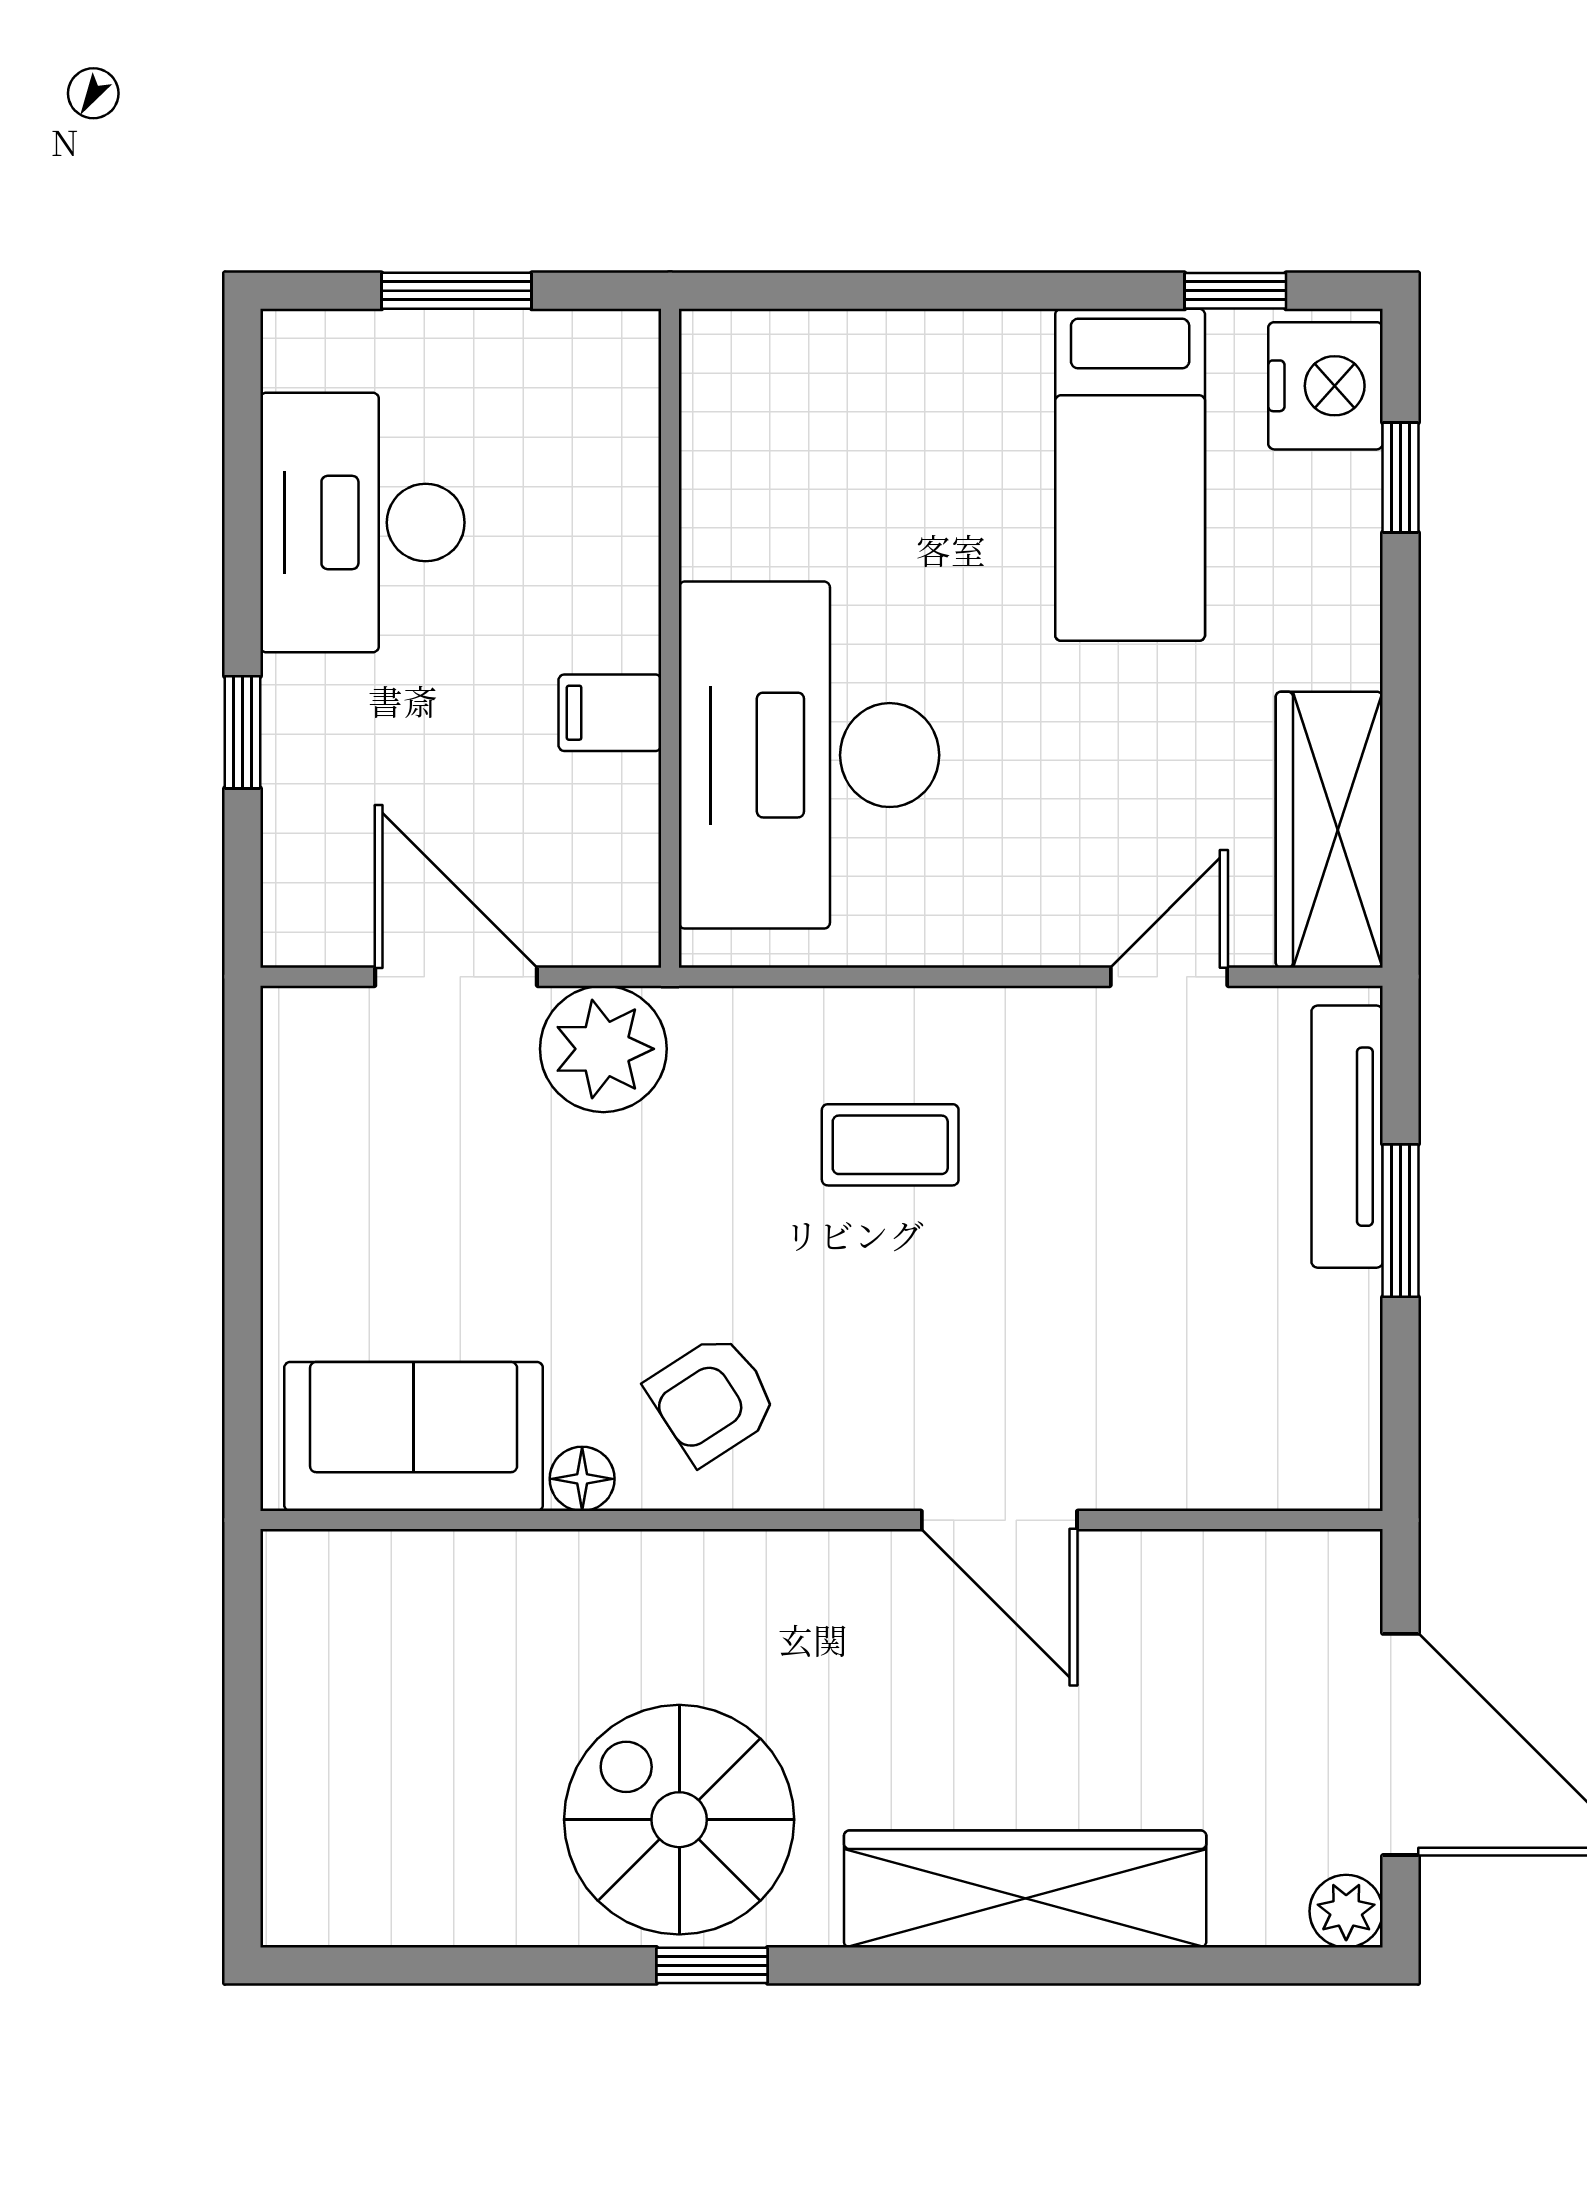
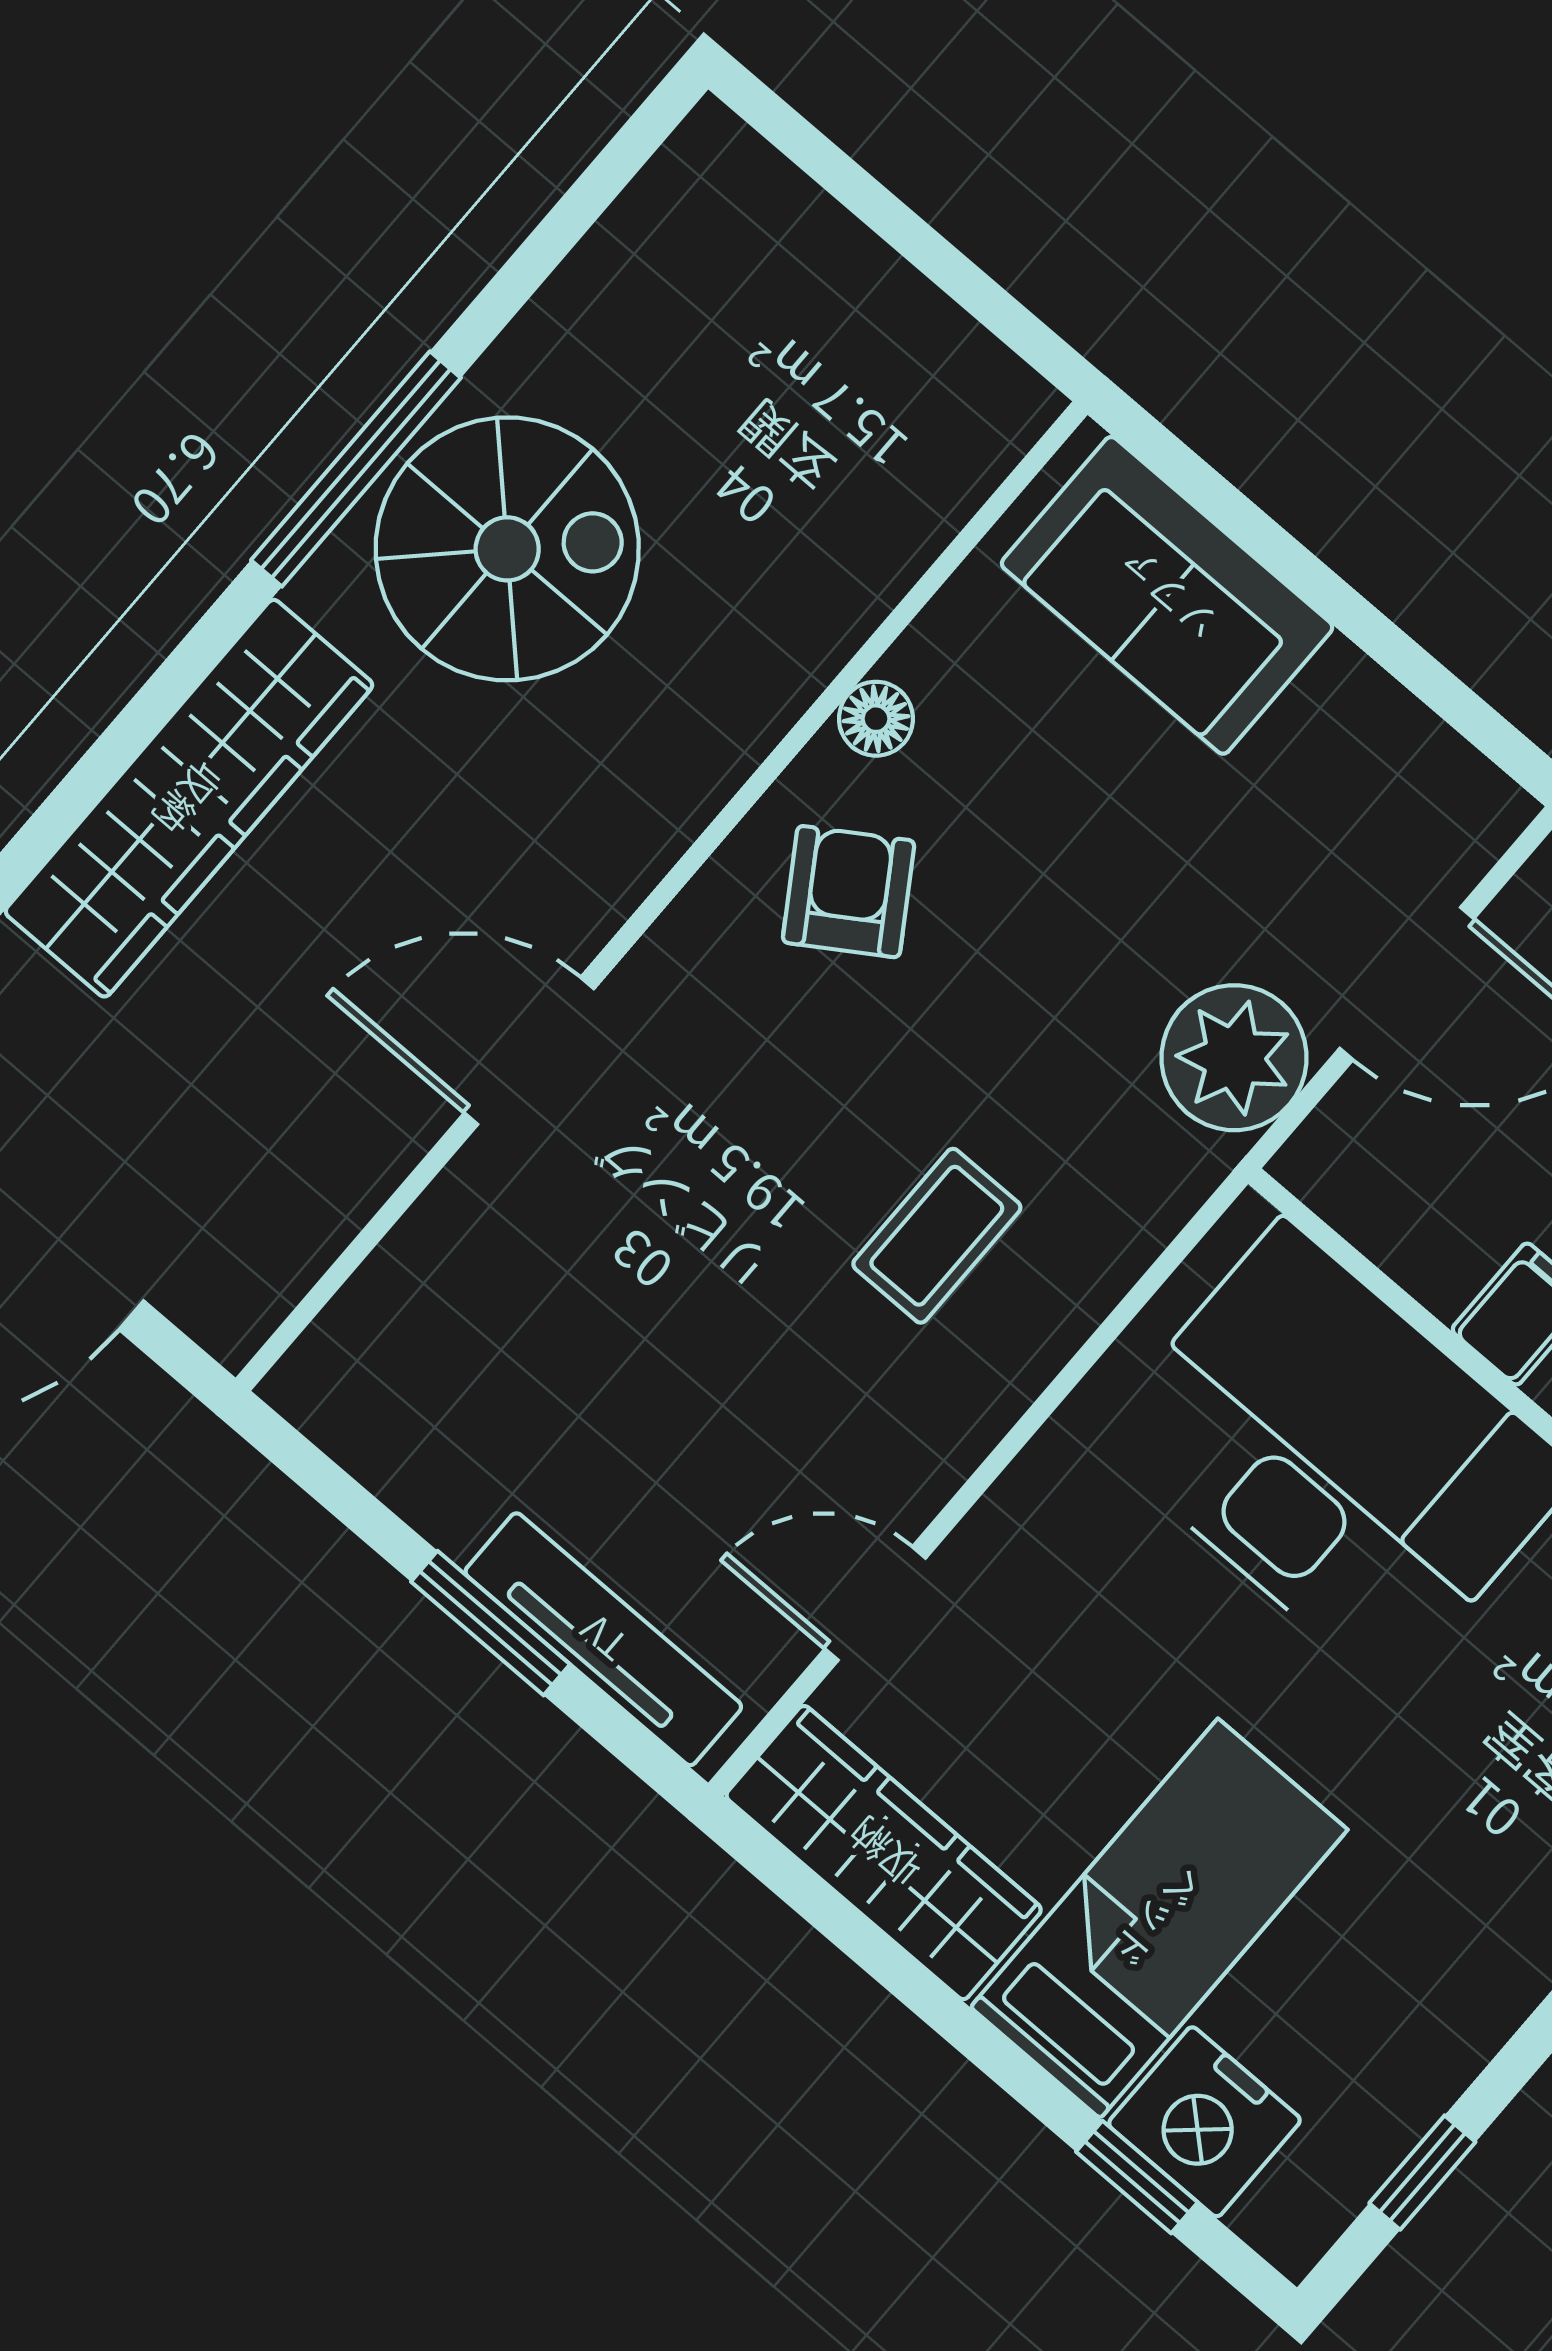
nightstand: (1325, 386) -> (1204, 2122), moved
bed: (1130, 475) -> (1159, 1918), moved, turned 90
door: (1169, 977) -> (875, 1604), swing flipped
sofa: (414, 1436) -> (1167, 595), moved, turned 90
window: (712, 1965) -> (356, 469), width x2.17

